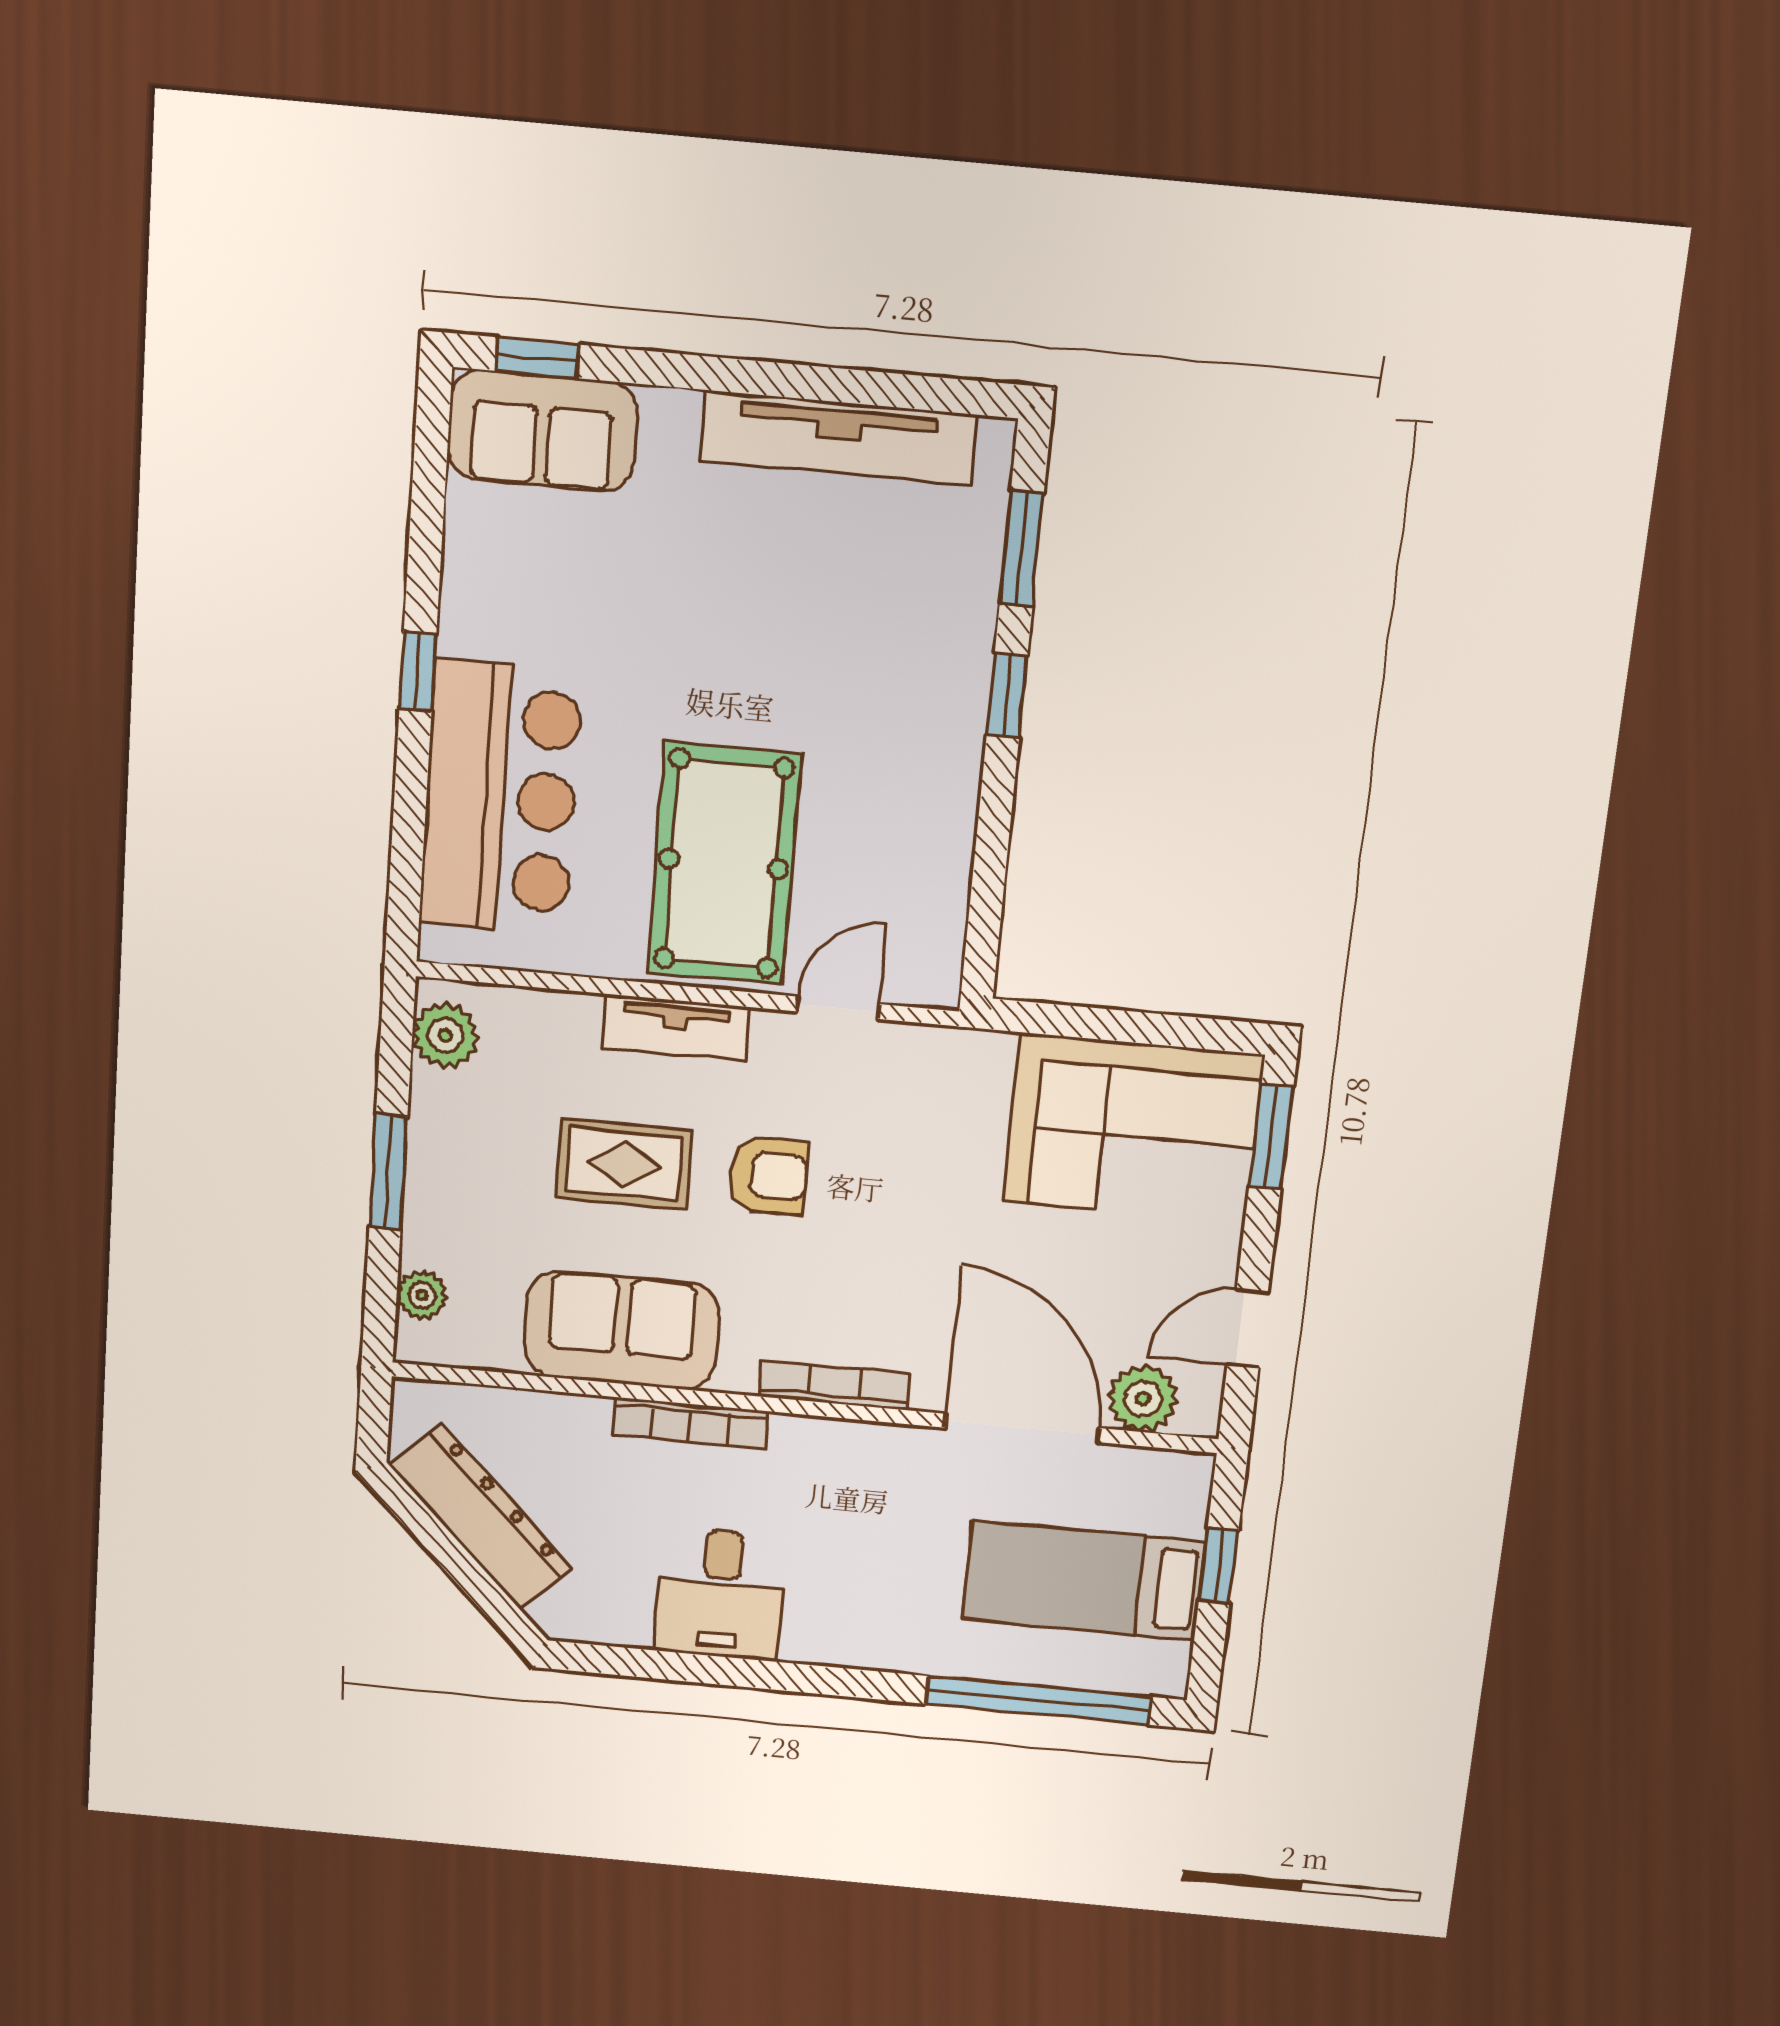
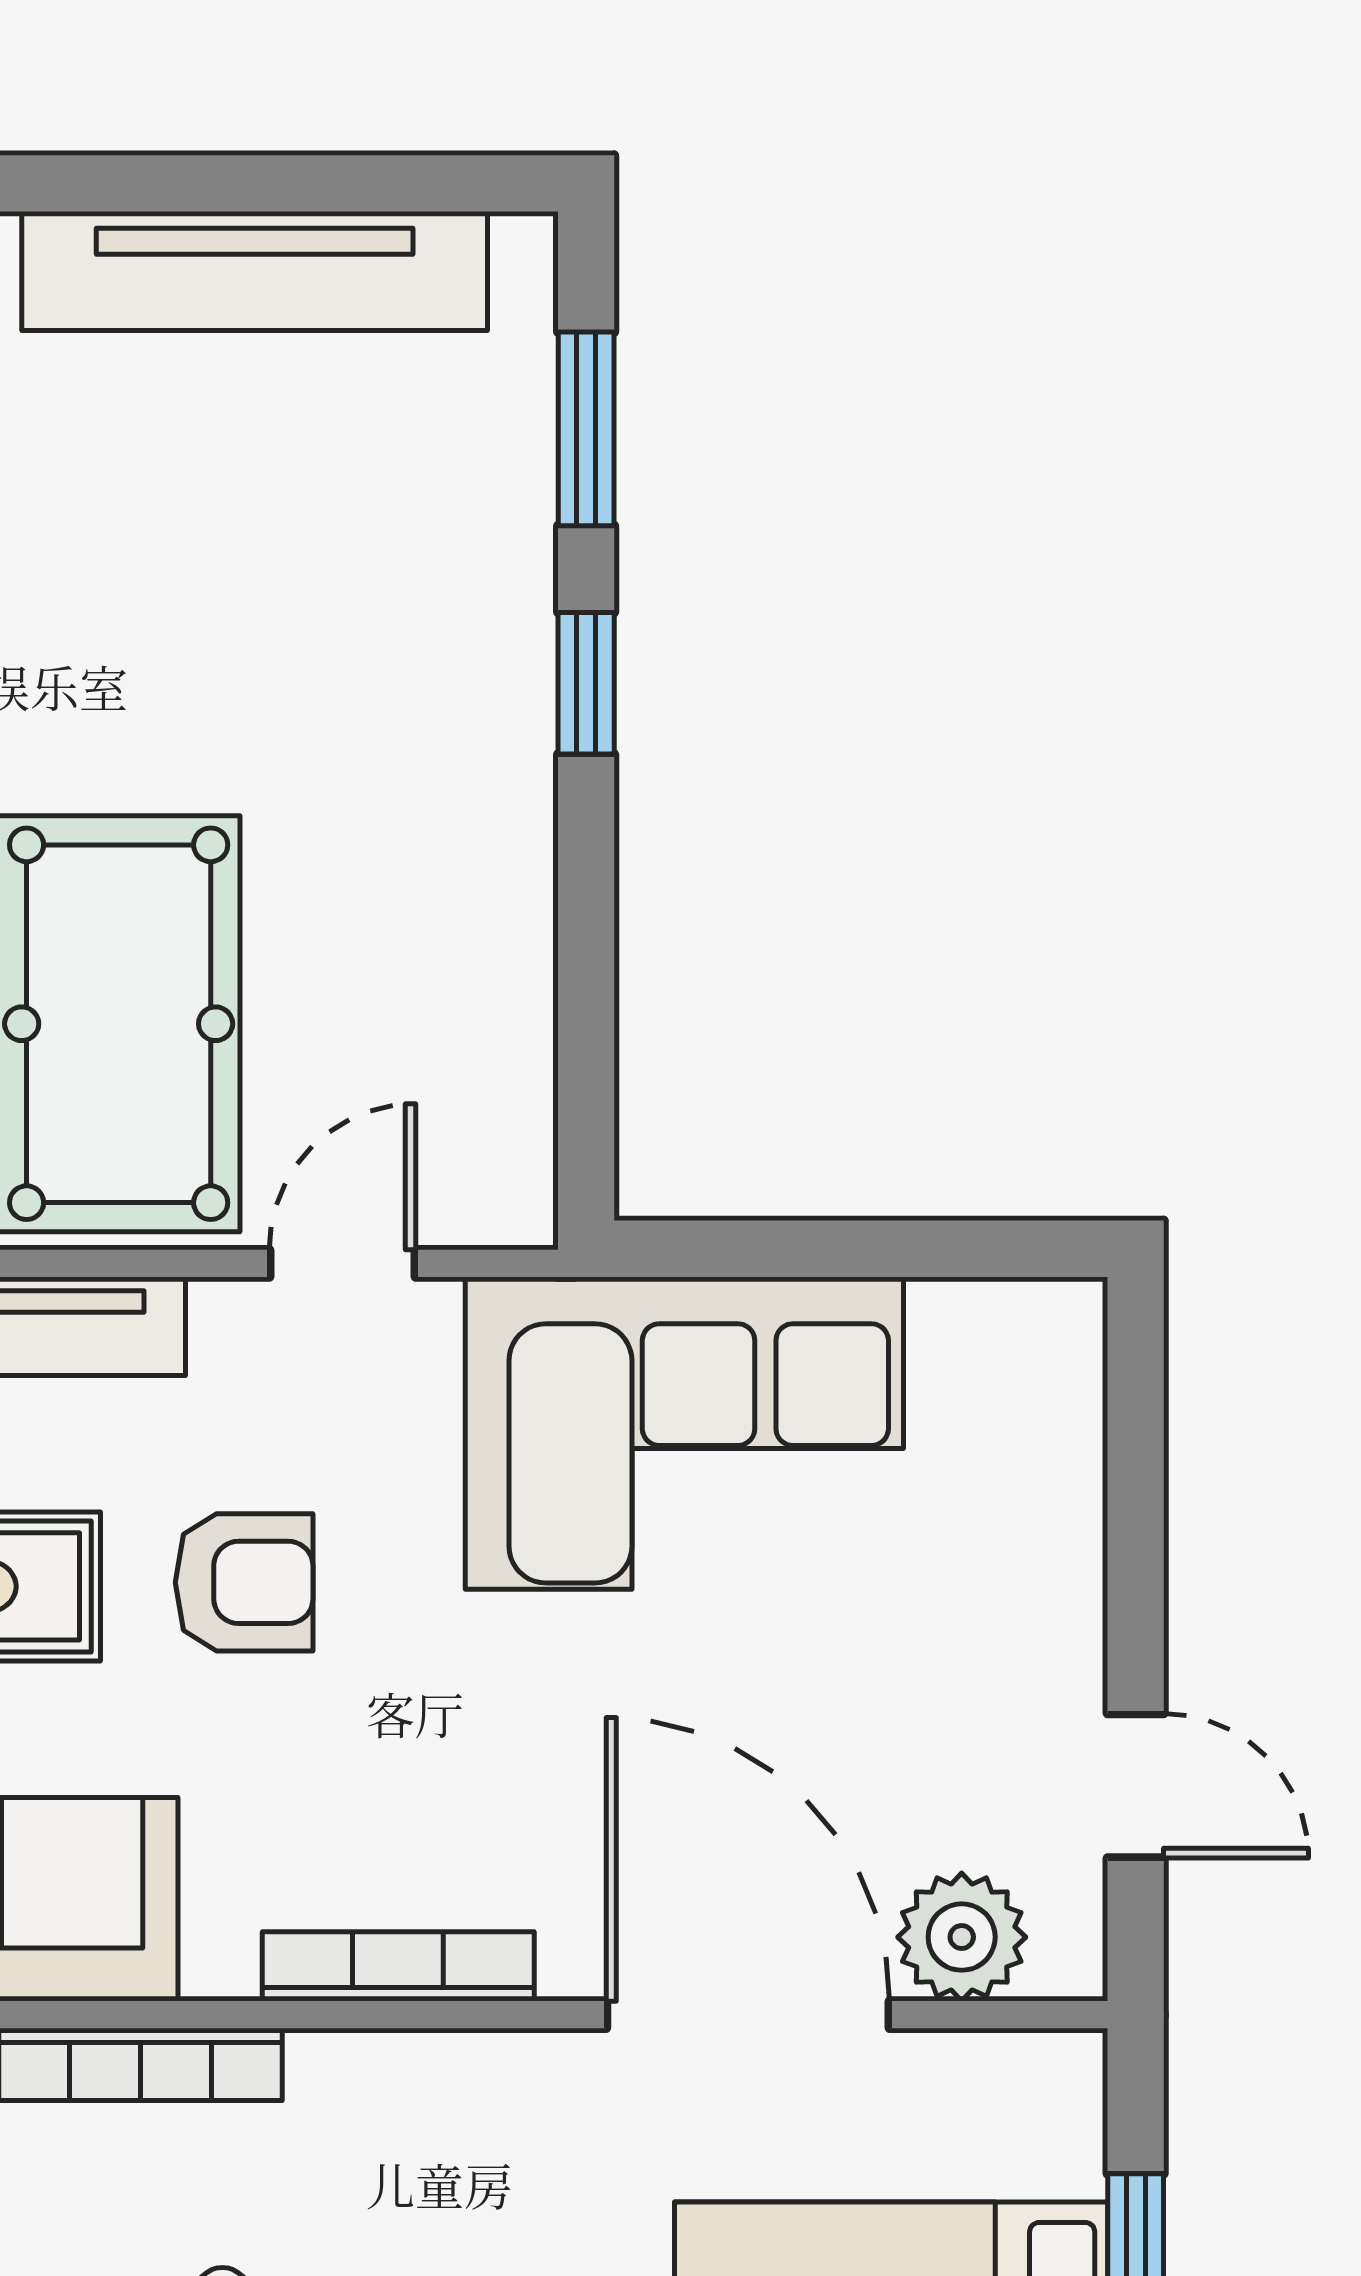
corner sofa: (1133, 1128) -> (684, 1433), moved
window: (1271, 1137) -> (1136, 1425), removed
door: (1248, 1329) -> (1136, 1786), swing flipped

